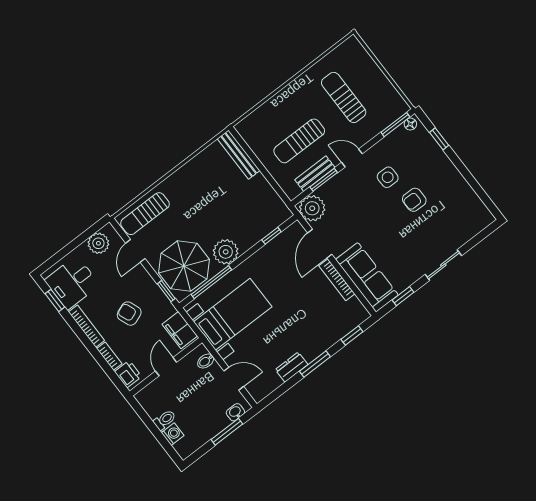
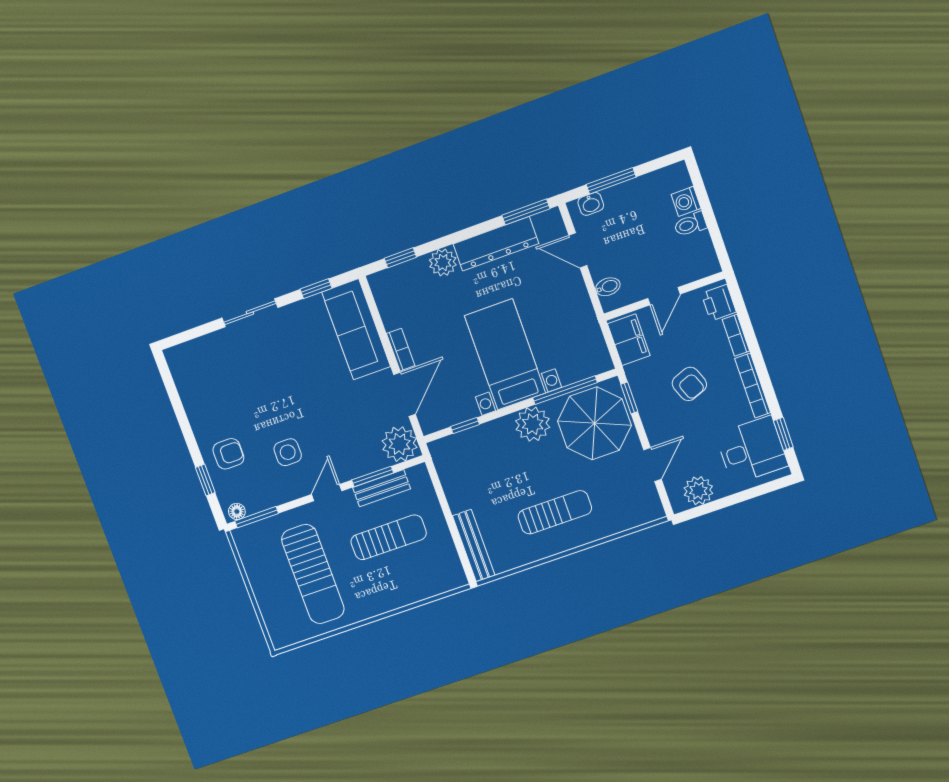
sun lounger: (344, 97) -> (313, 574), width x1.36, depth x1.34
door: (352, 158) -> (327, 493), swing flipped
armchair: (414, 200) -> (228, 454), moved
sun lounger: (145, 214) -> (555, 512), moved
bookcase: (337, 280) -> (401, 350), width x0.64
bed with nightstands: (233, 314) -> (505, 354), moved, turned 90
plant: (322, 342) -> (443, 262), added
window: (315, 364) -> (526, 212), moved
dresser: (292, 367) -> (496, 244), width x1.96, depth x1.24

